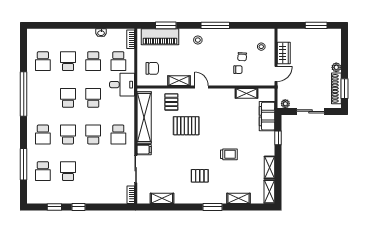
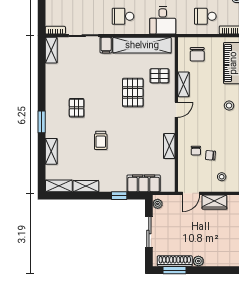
door: (276, 74) -> (191, 193), hinge flipped
desk: (122, 85) -> (163, 20), moved
shelving: (247, 93) -> (169, 146), moved
shelving: (162, 198) -> (51, 50), moved

